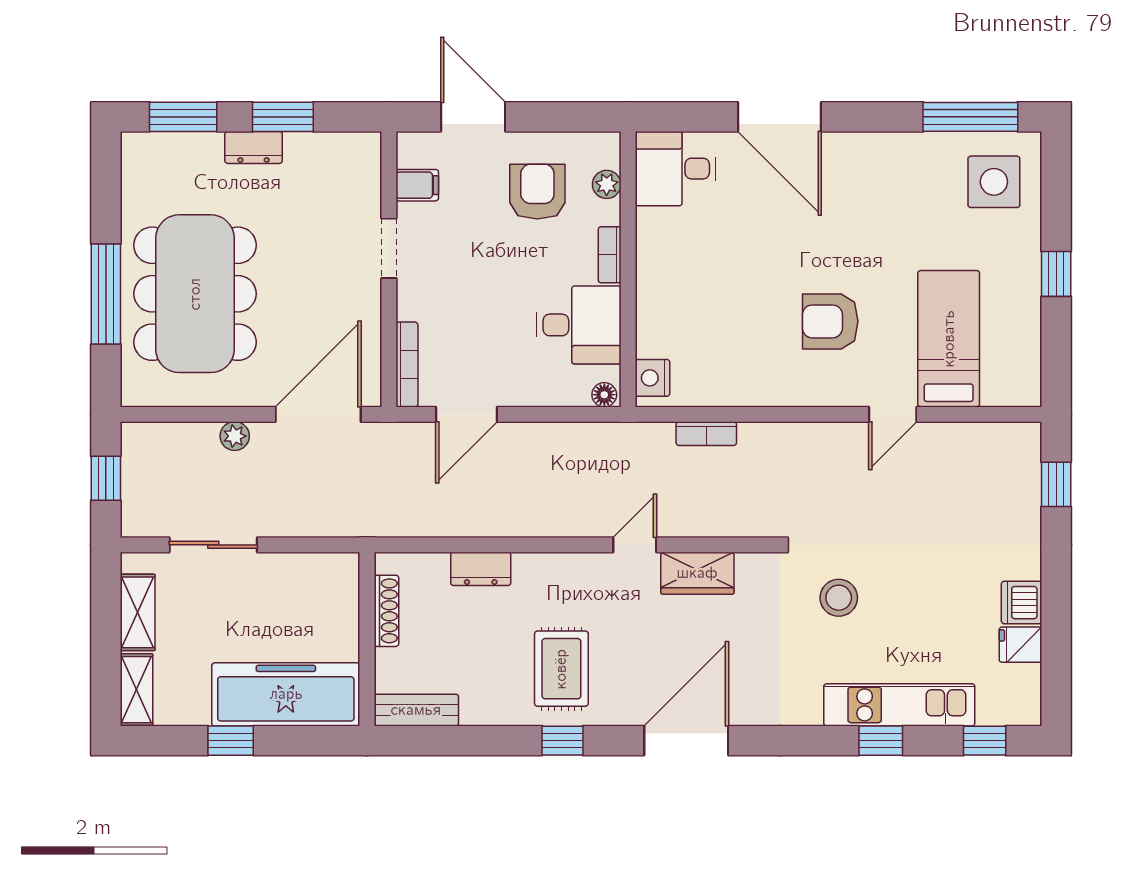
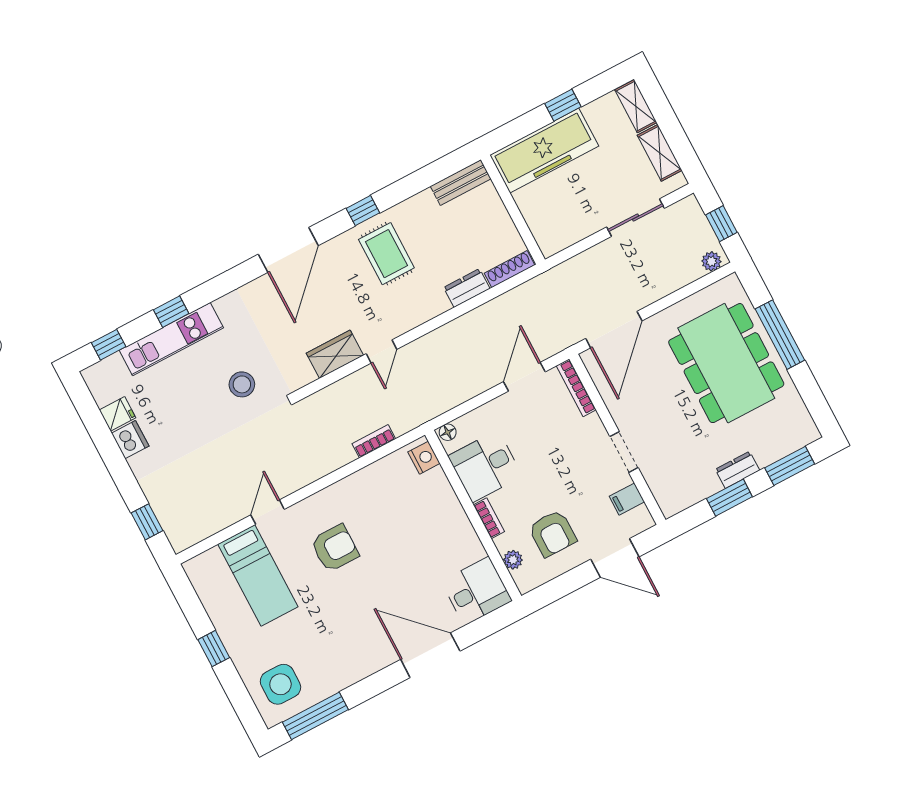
plant: (235, 436) -> (711, 261), moved
shoe rack: (386, 611) -> (510, 269), moved, turned 90

